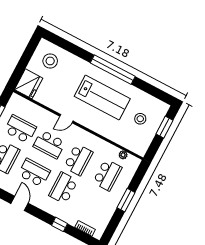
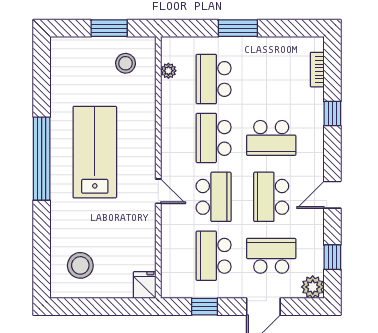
fridge: (29, 84) -> (145, 285), width x0.53, depth x0.75
stool: (140, 119) -> (126, 63), moved
window: (164, 127) -> (109, 28), moved
school desk: (78, 160) -> (214, 138), turned -90
school desk: (107, 175) -> (214, 79), turned -90

